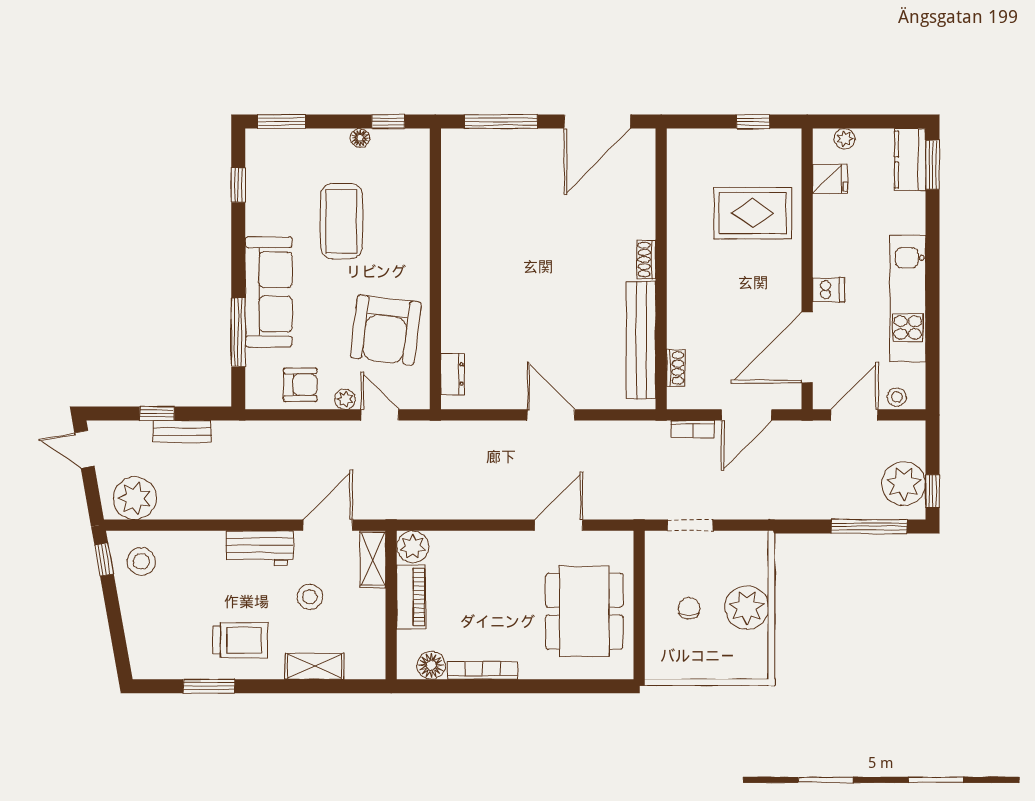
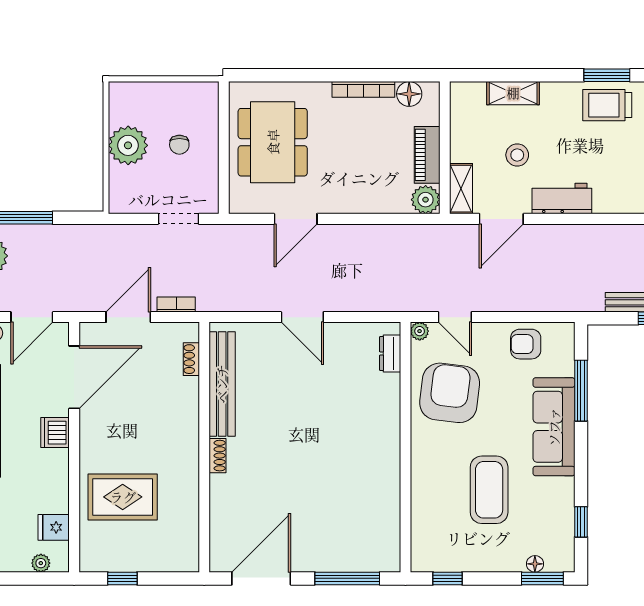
floor lamp: (360, 138) -> (535, 564), moved
dishwasher: (829, 290) -> (55, 433), width x1.38
plant: (345, 399) -> (420, 331), moved
trolley: (240, 640) -> (607, 105), moved

